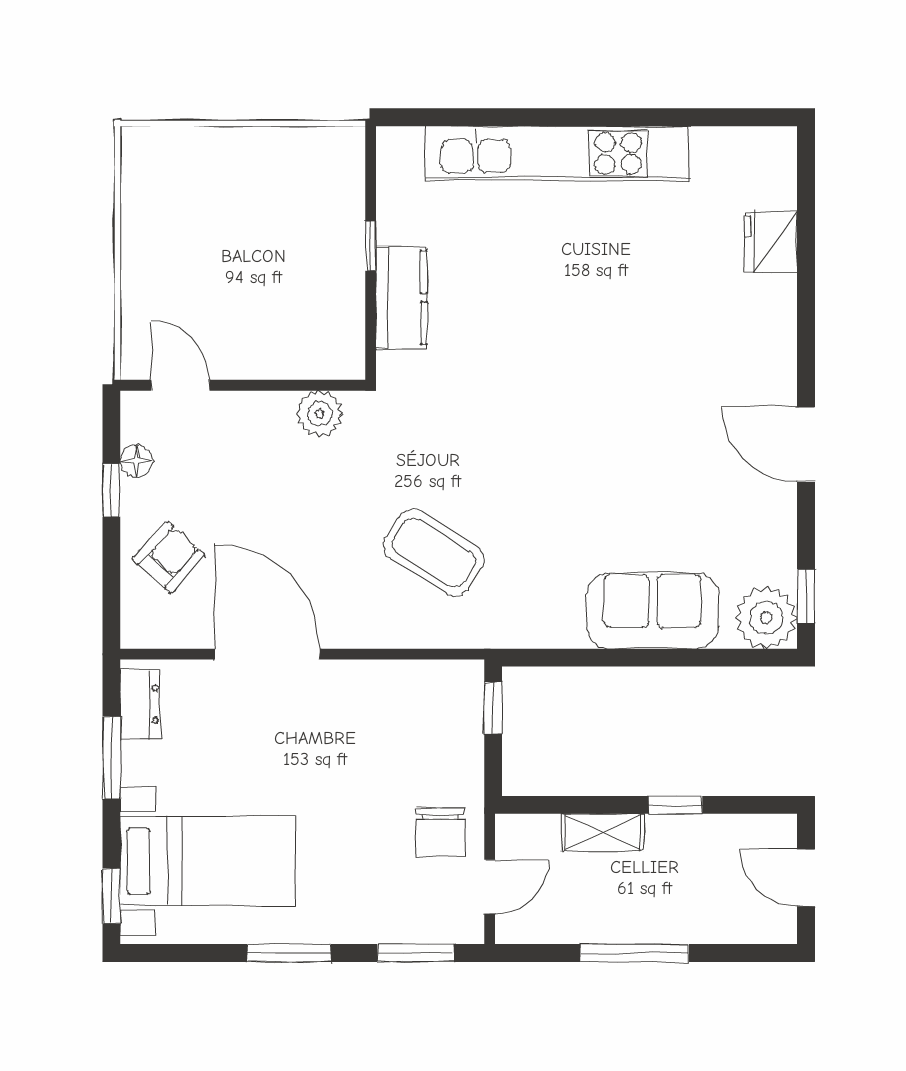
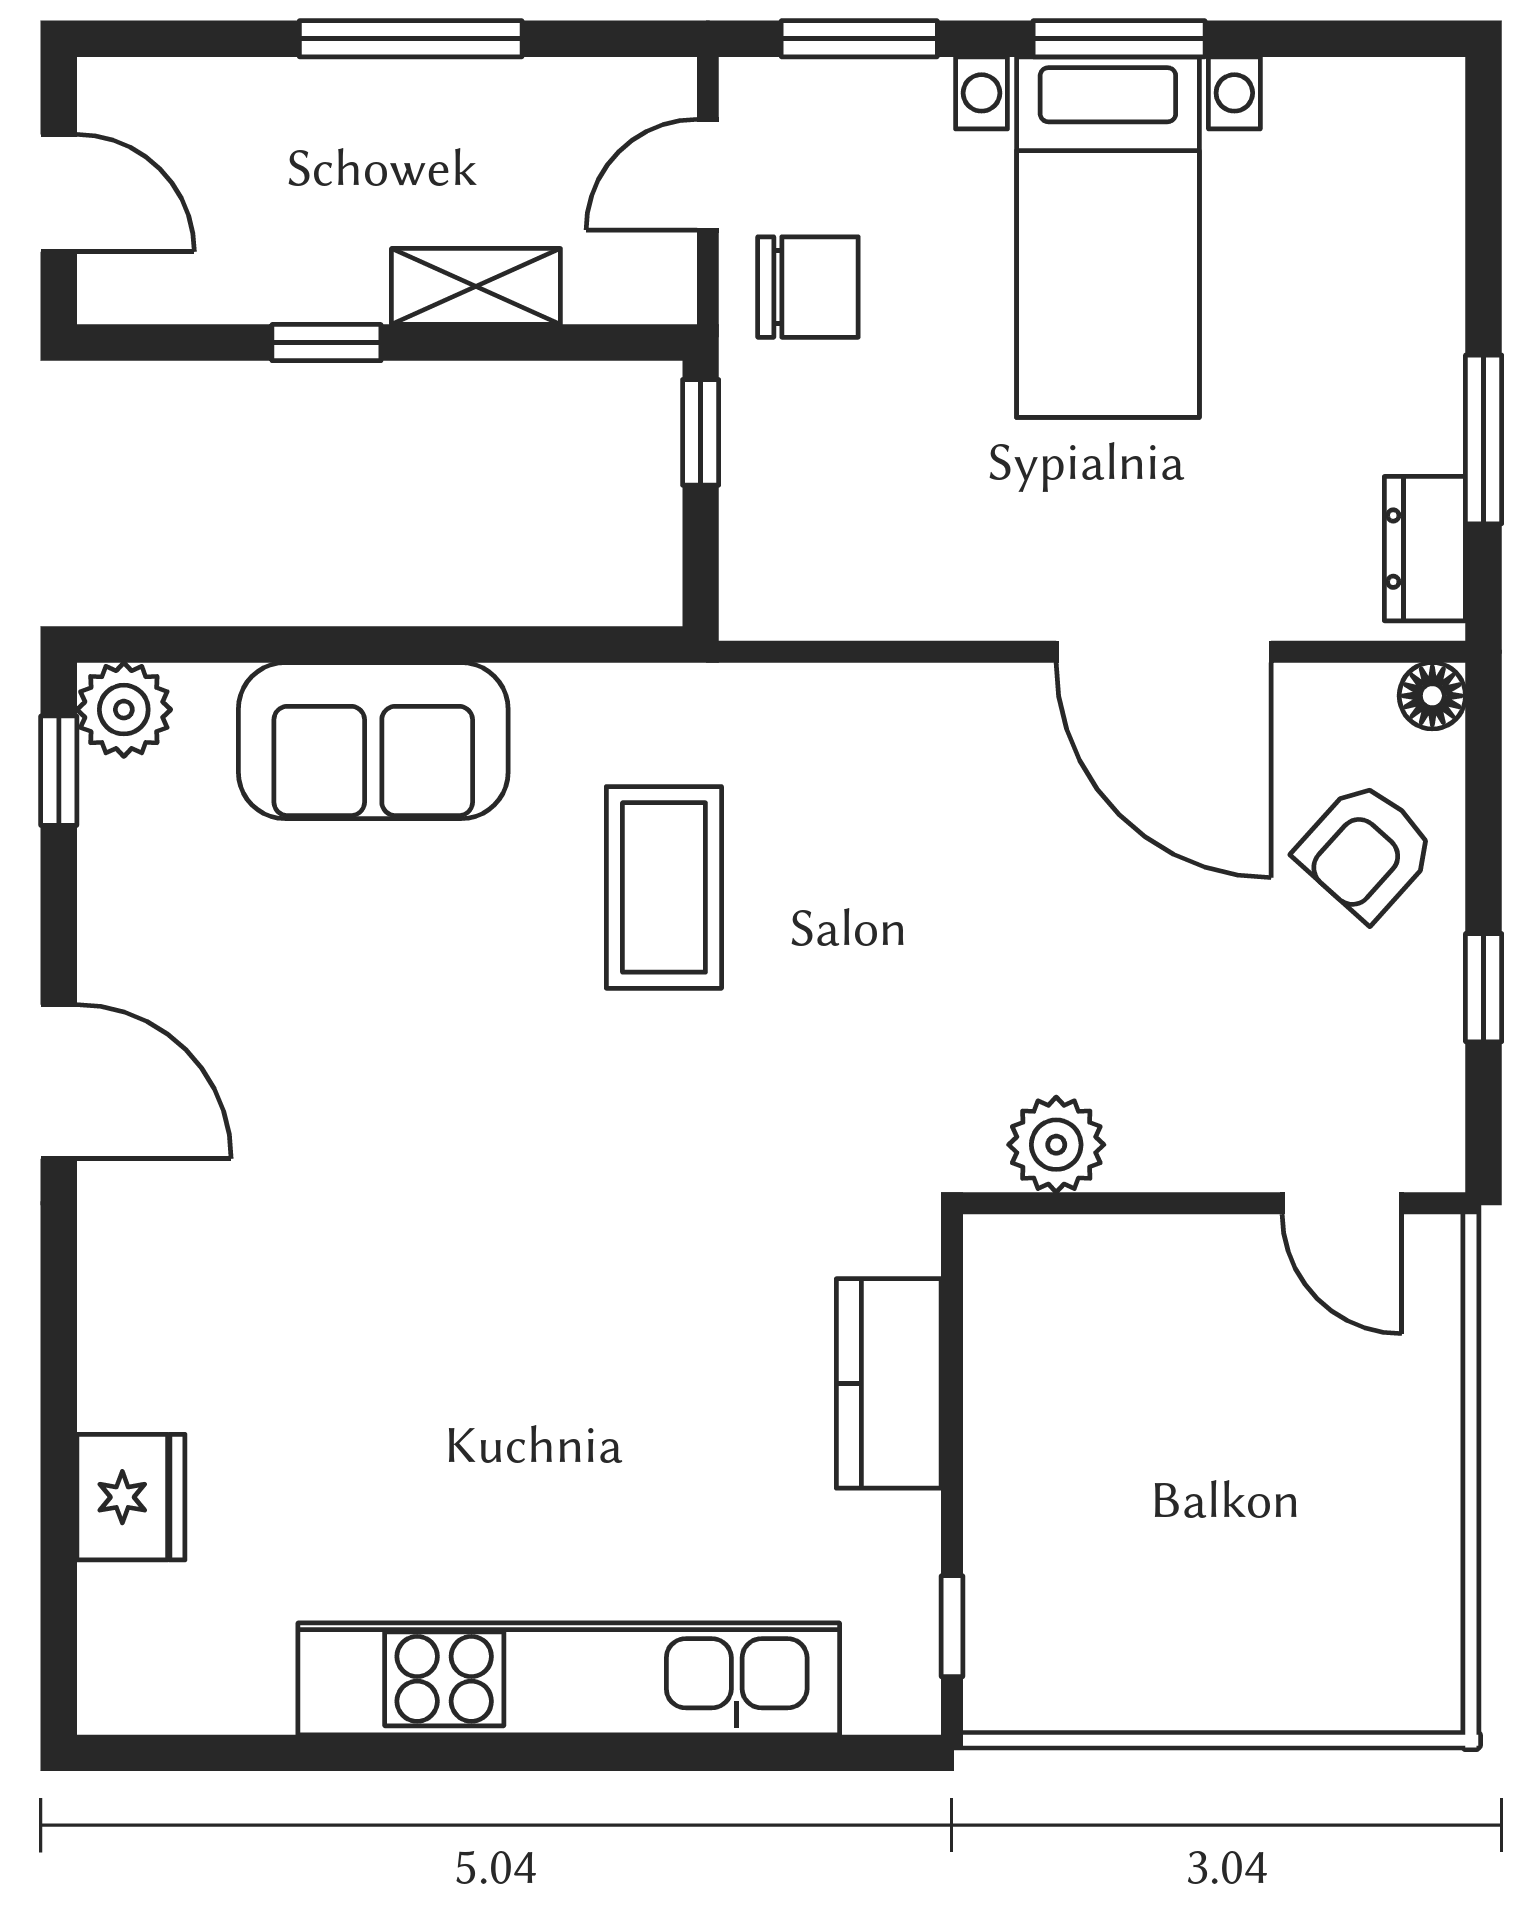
window: (371, 246) -> (952, 1626), moved
floor lamp: (136, 461) -> (1432, 696), moved
coffee table: (434, 553) -> (664, 887), moved, turned 58
plant: (766, 618) -> (124, 710), width x0.73, depth x0.73
window: (493, 708) -> (701, 432), moved
chair: (441, 832) -> (808, 287), turned 90
bed with nightstands: (208, 861) -> (1108, 237), moved, turned -90
window: (111, 896) -> (1484, 156), removed

